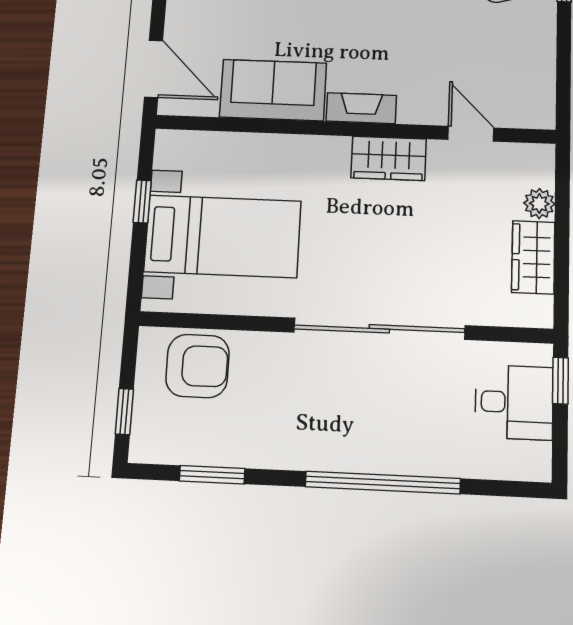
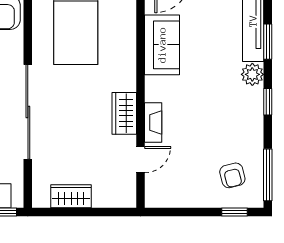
fireplace: (361, 108) -> (153, 123), moved
plant: (539, 204) -> (102, 199), removed

